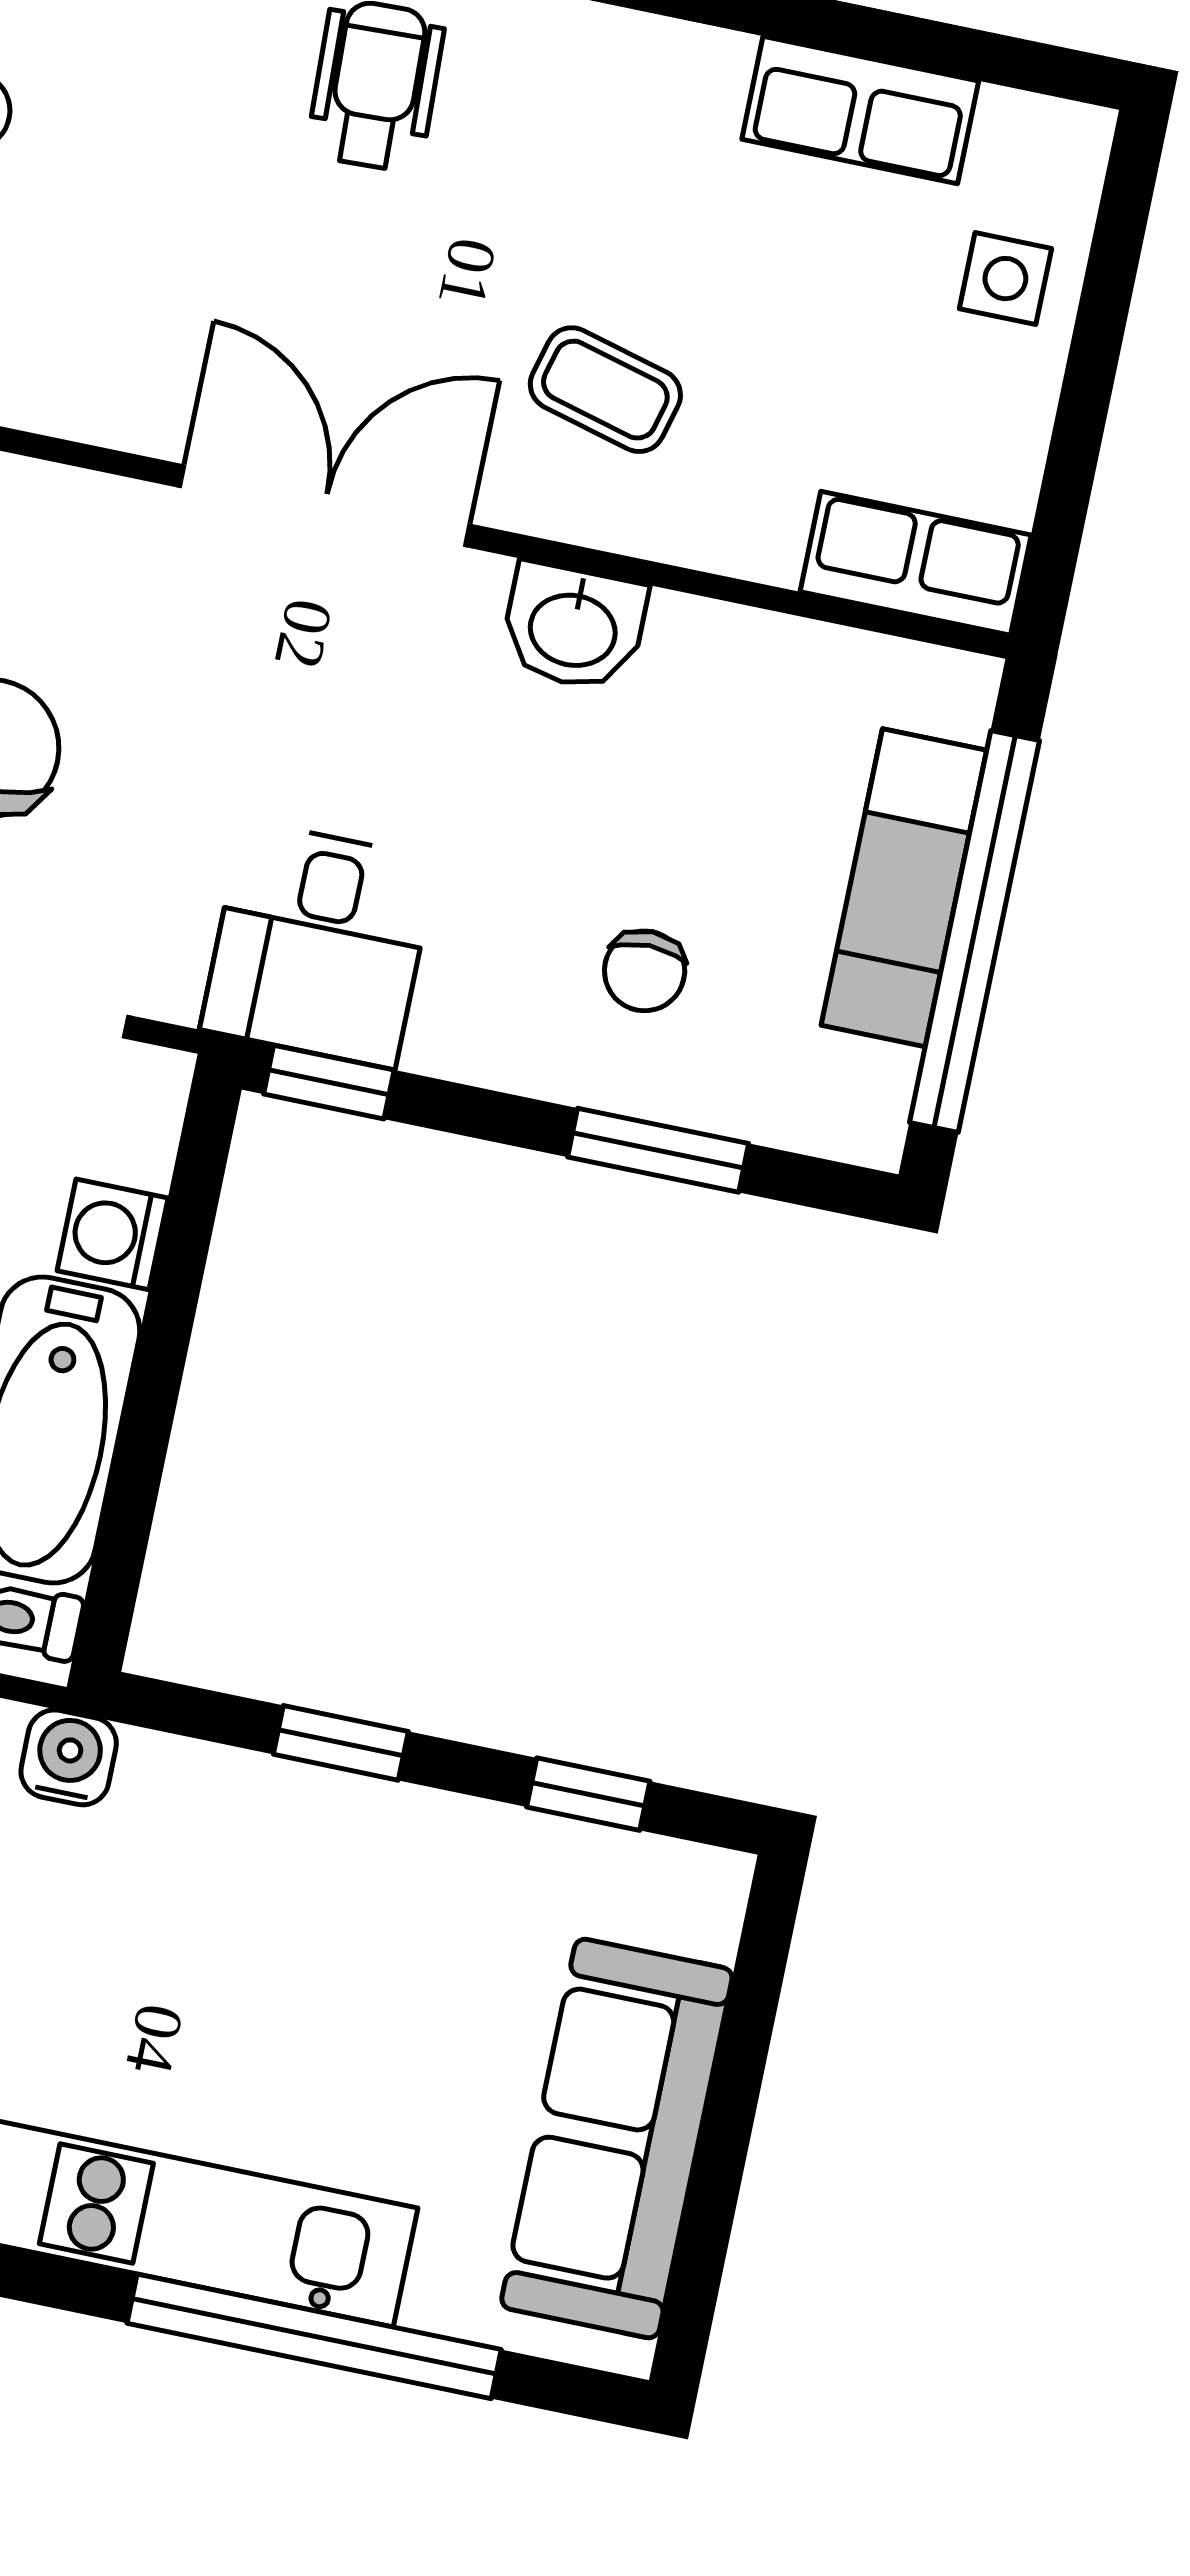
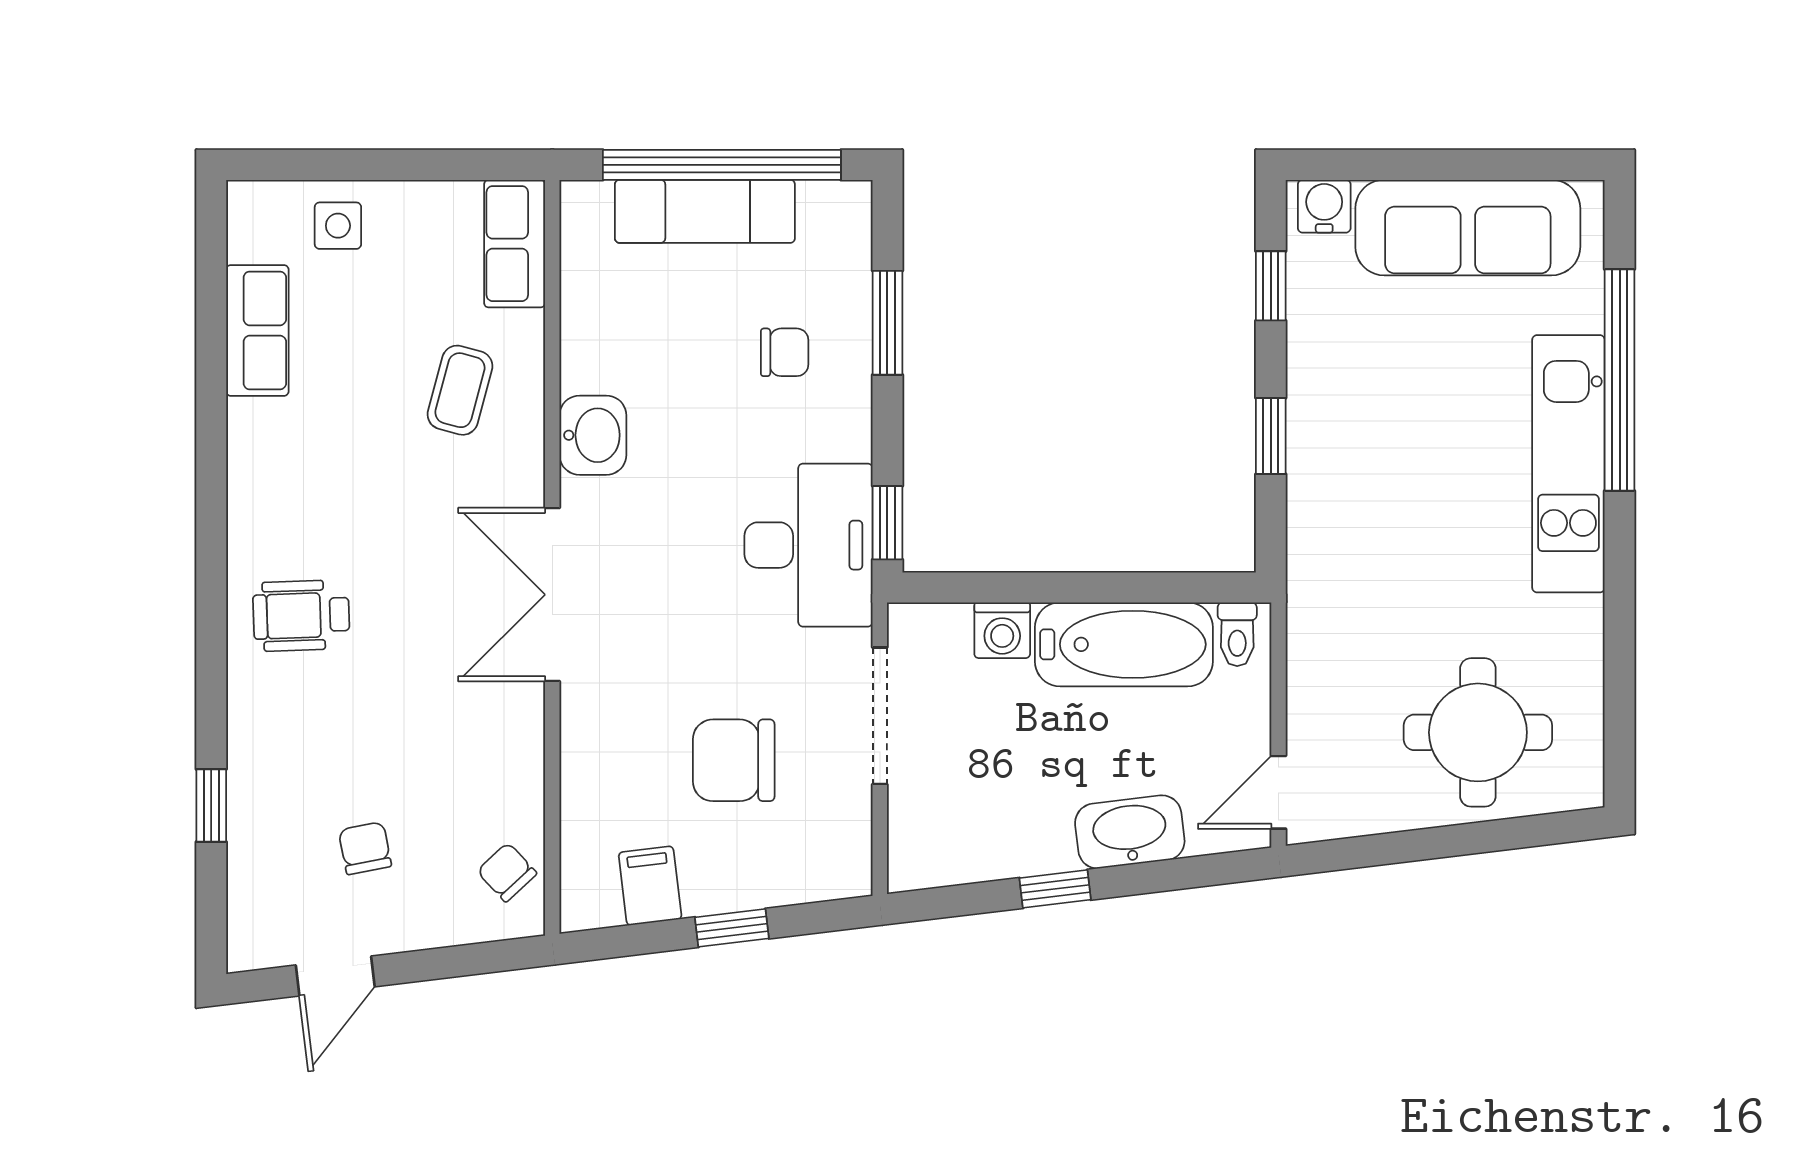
coffee table: (605, 390) -> (460, 390), moved
desk: (319, 944) -> (808, 545), width x1.37
water cooler: (69, 1757) -> (1324, 206), moved, turned 90

